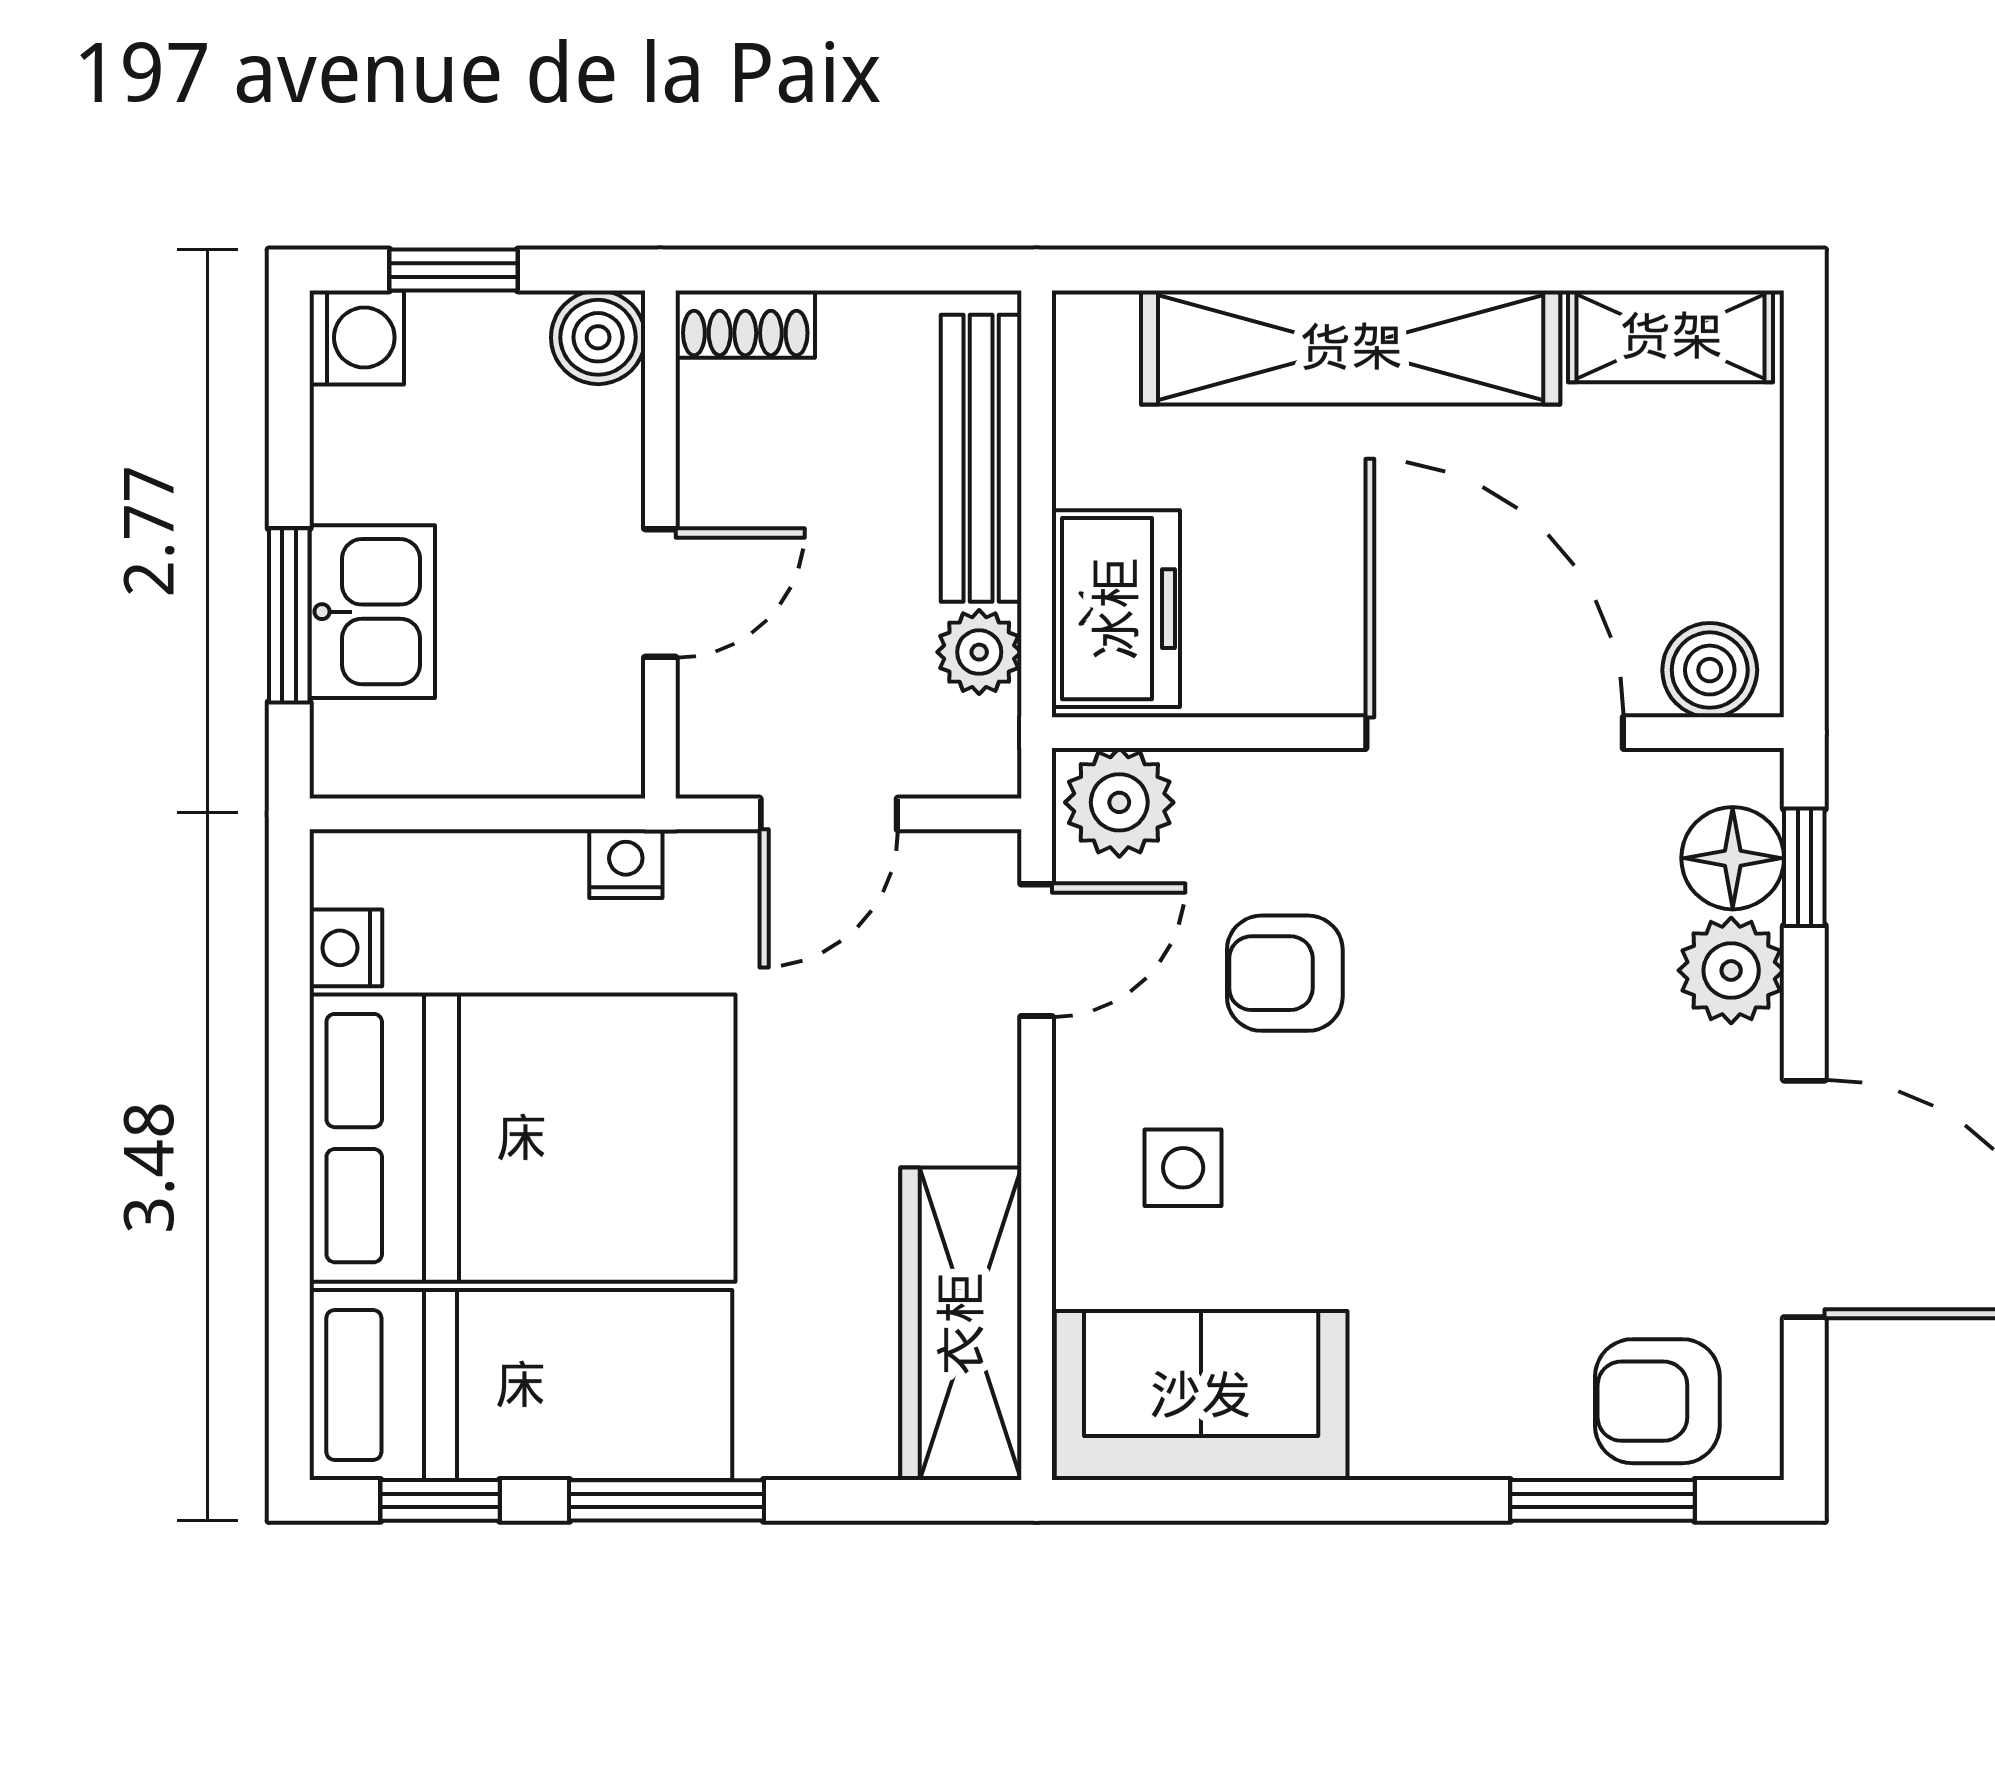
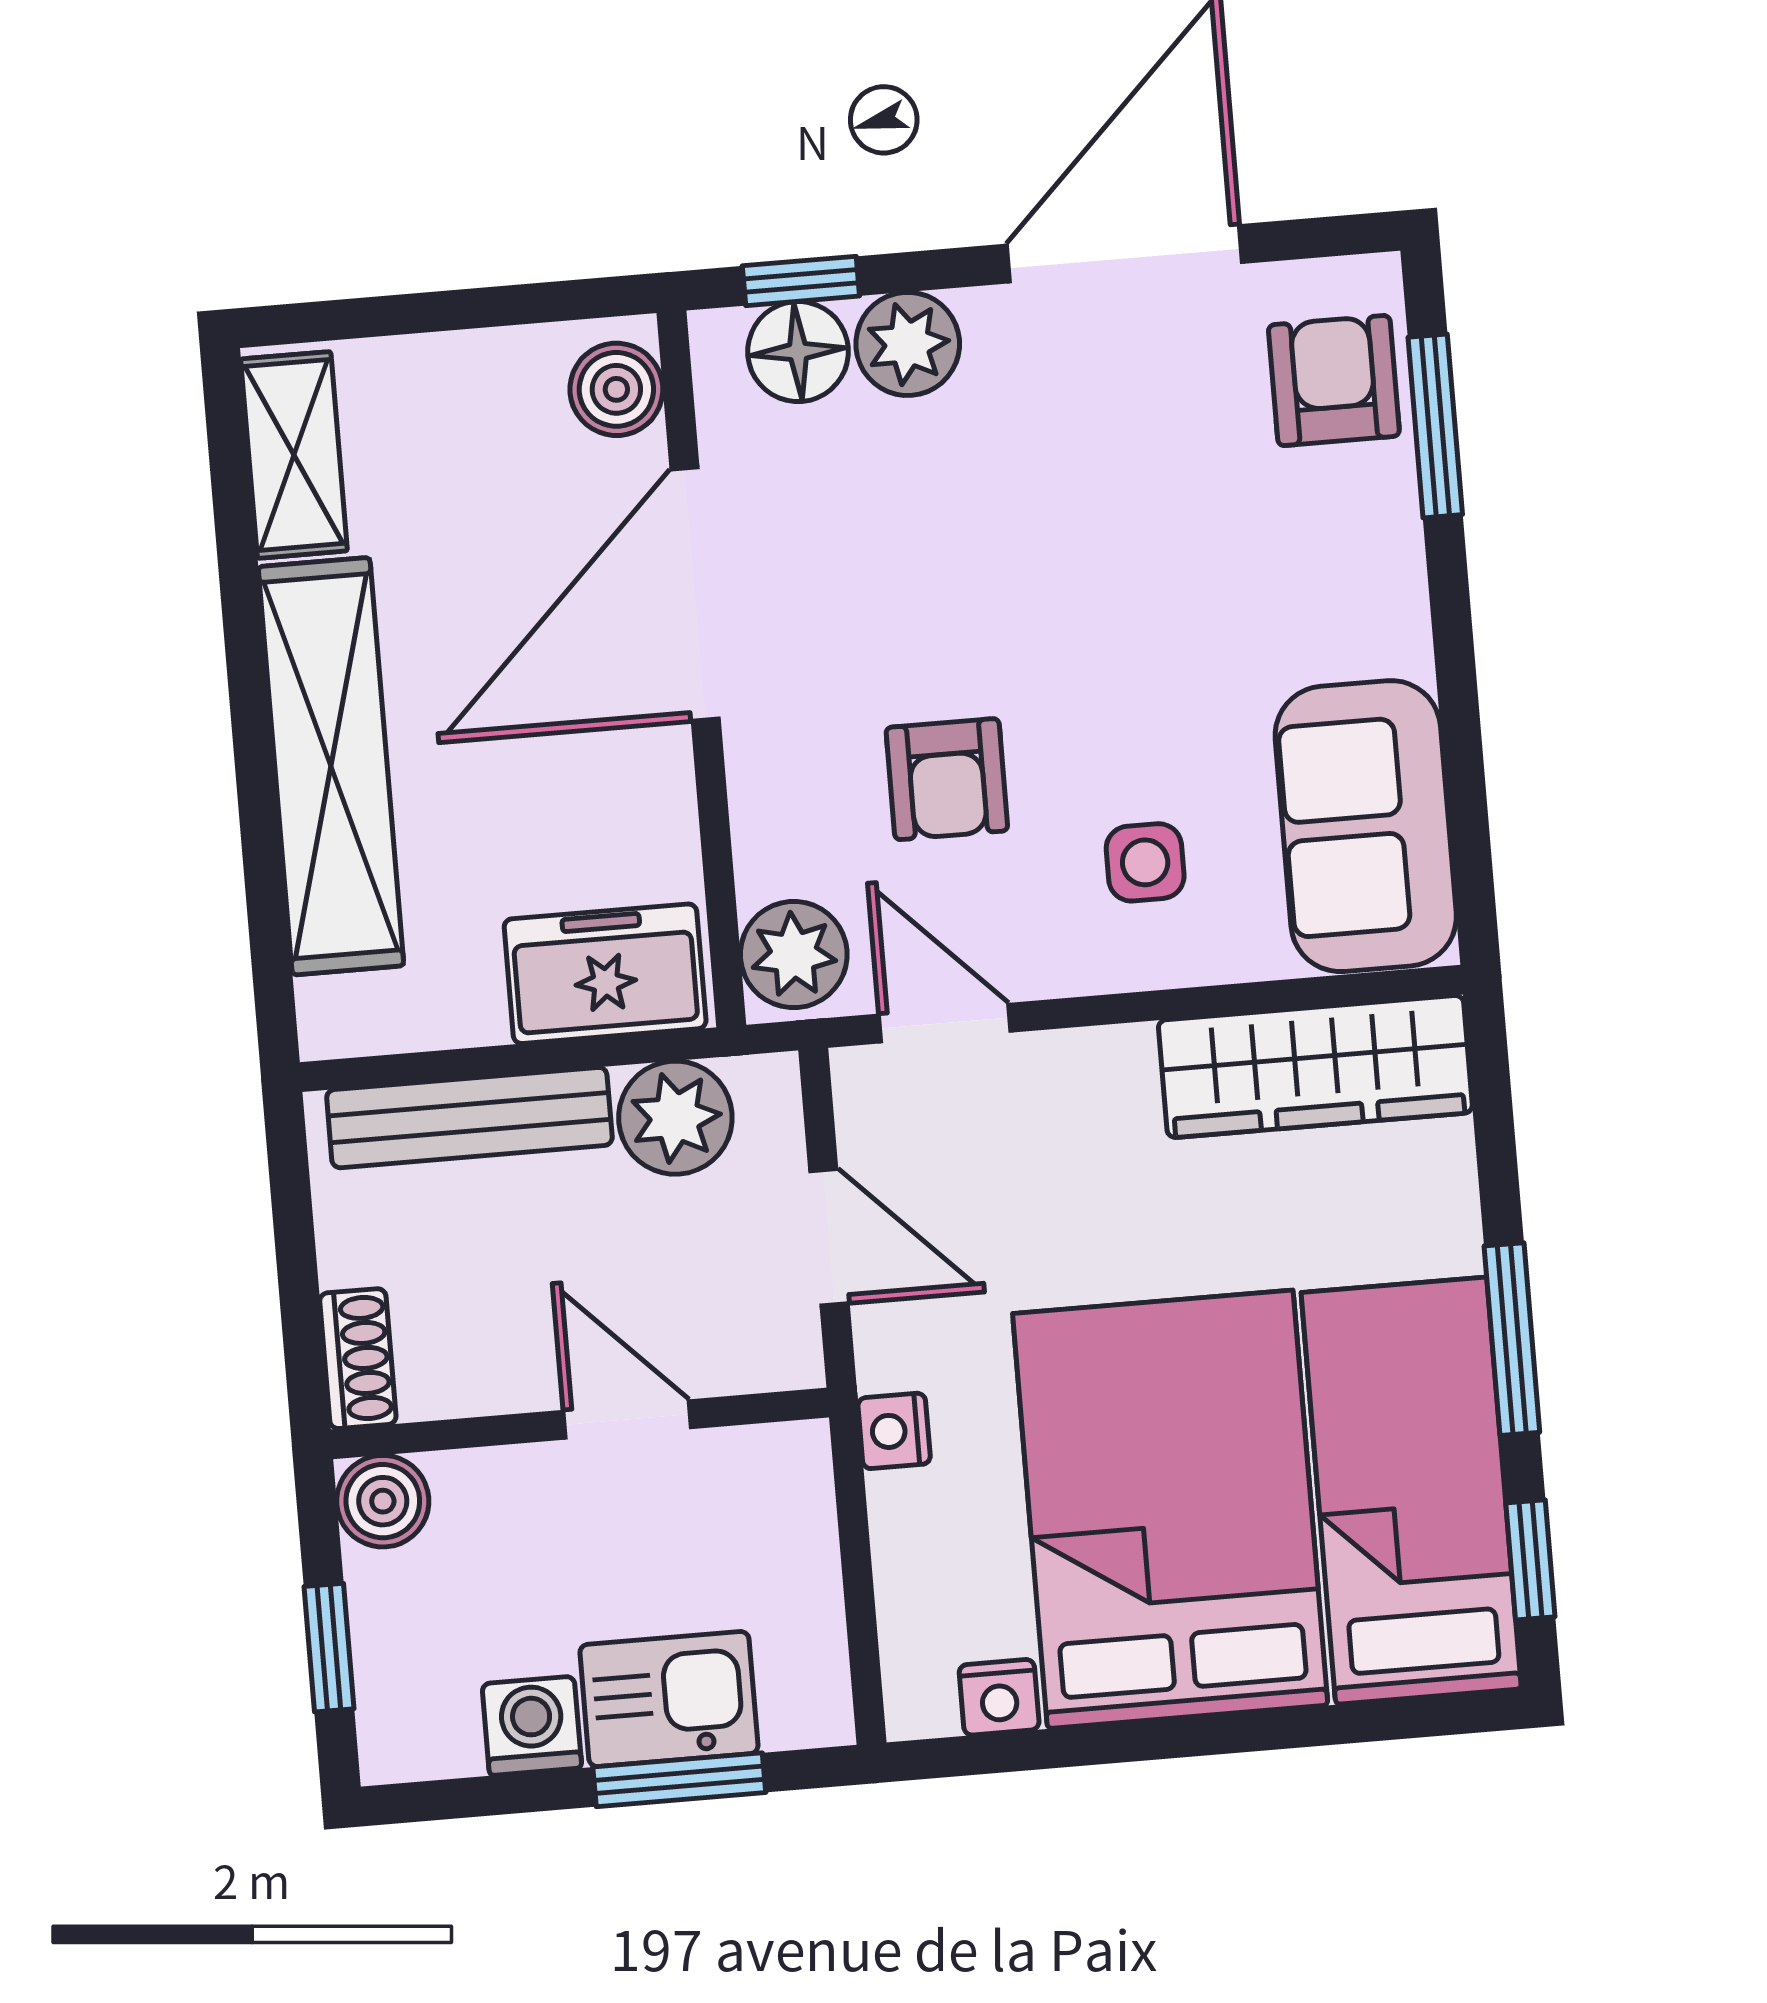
washing machine: (357, 338) -> (532, 1726), moved
plant: (979, 652) -> (675, 1118), width x1.38, depth x1.38
armchair: (1657, 1401) -> (1334, 381), turned 180

